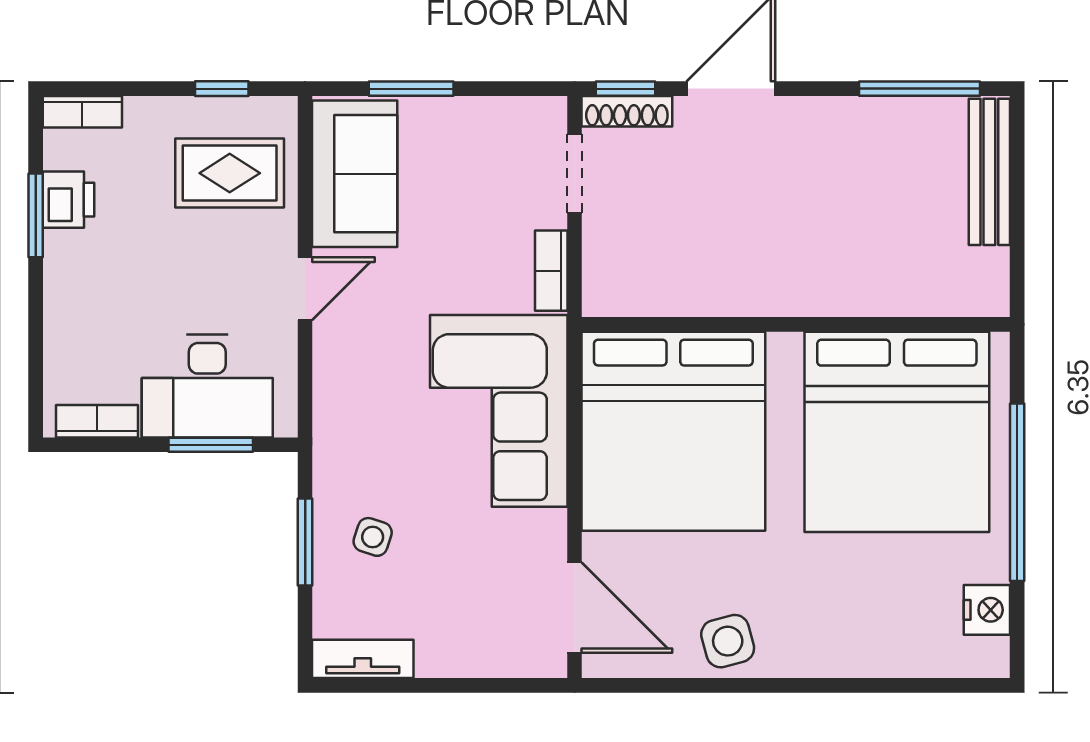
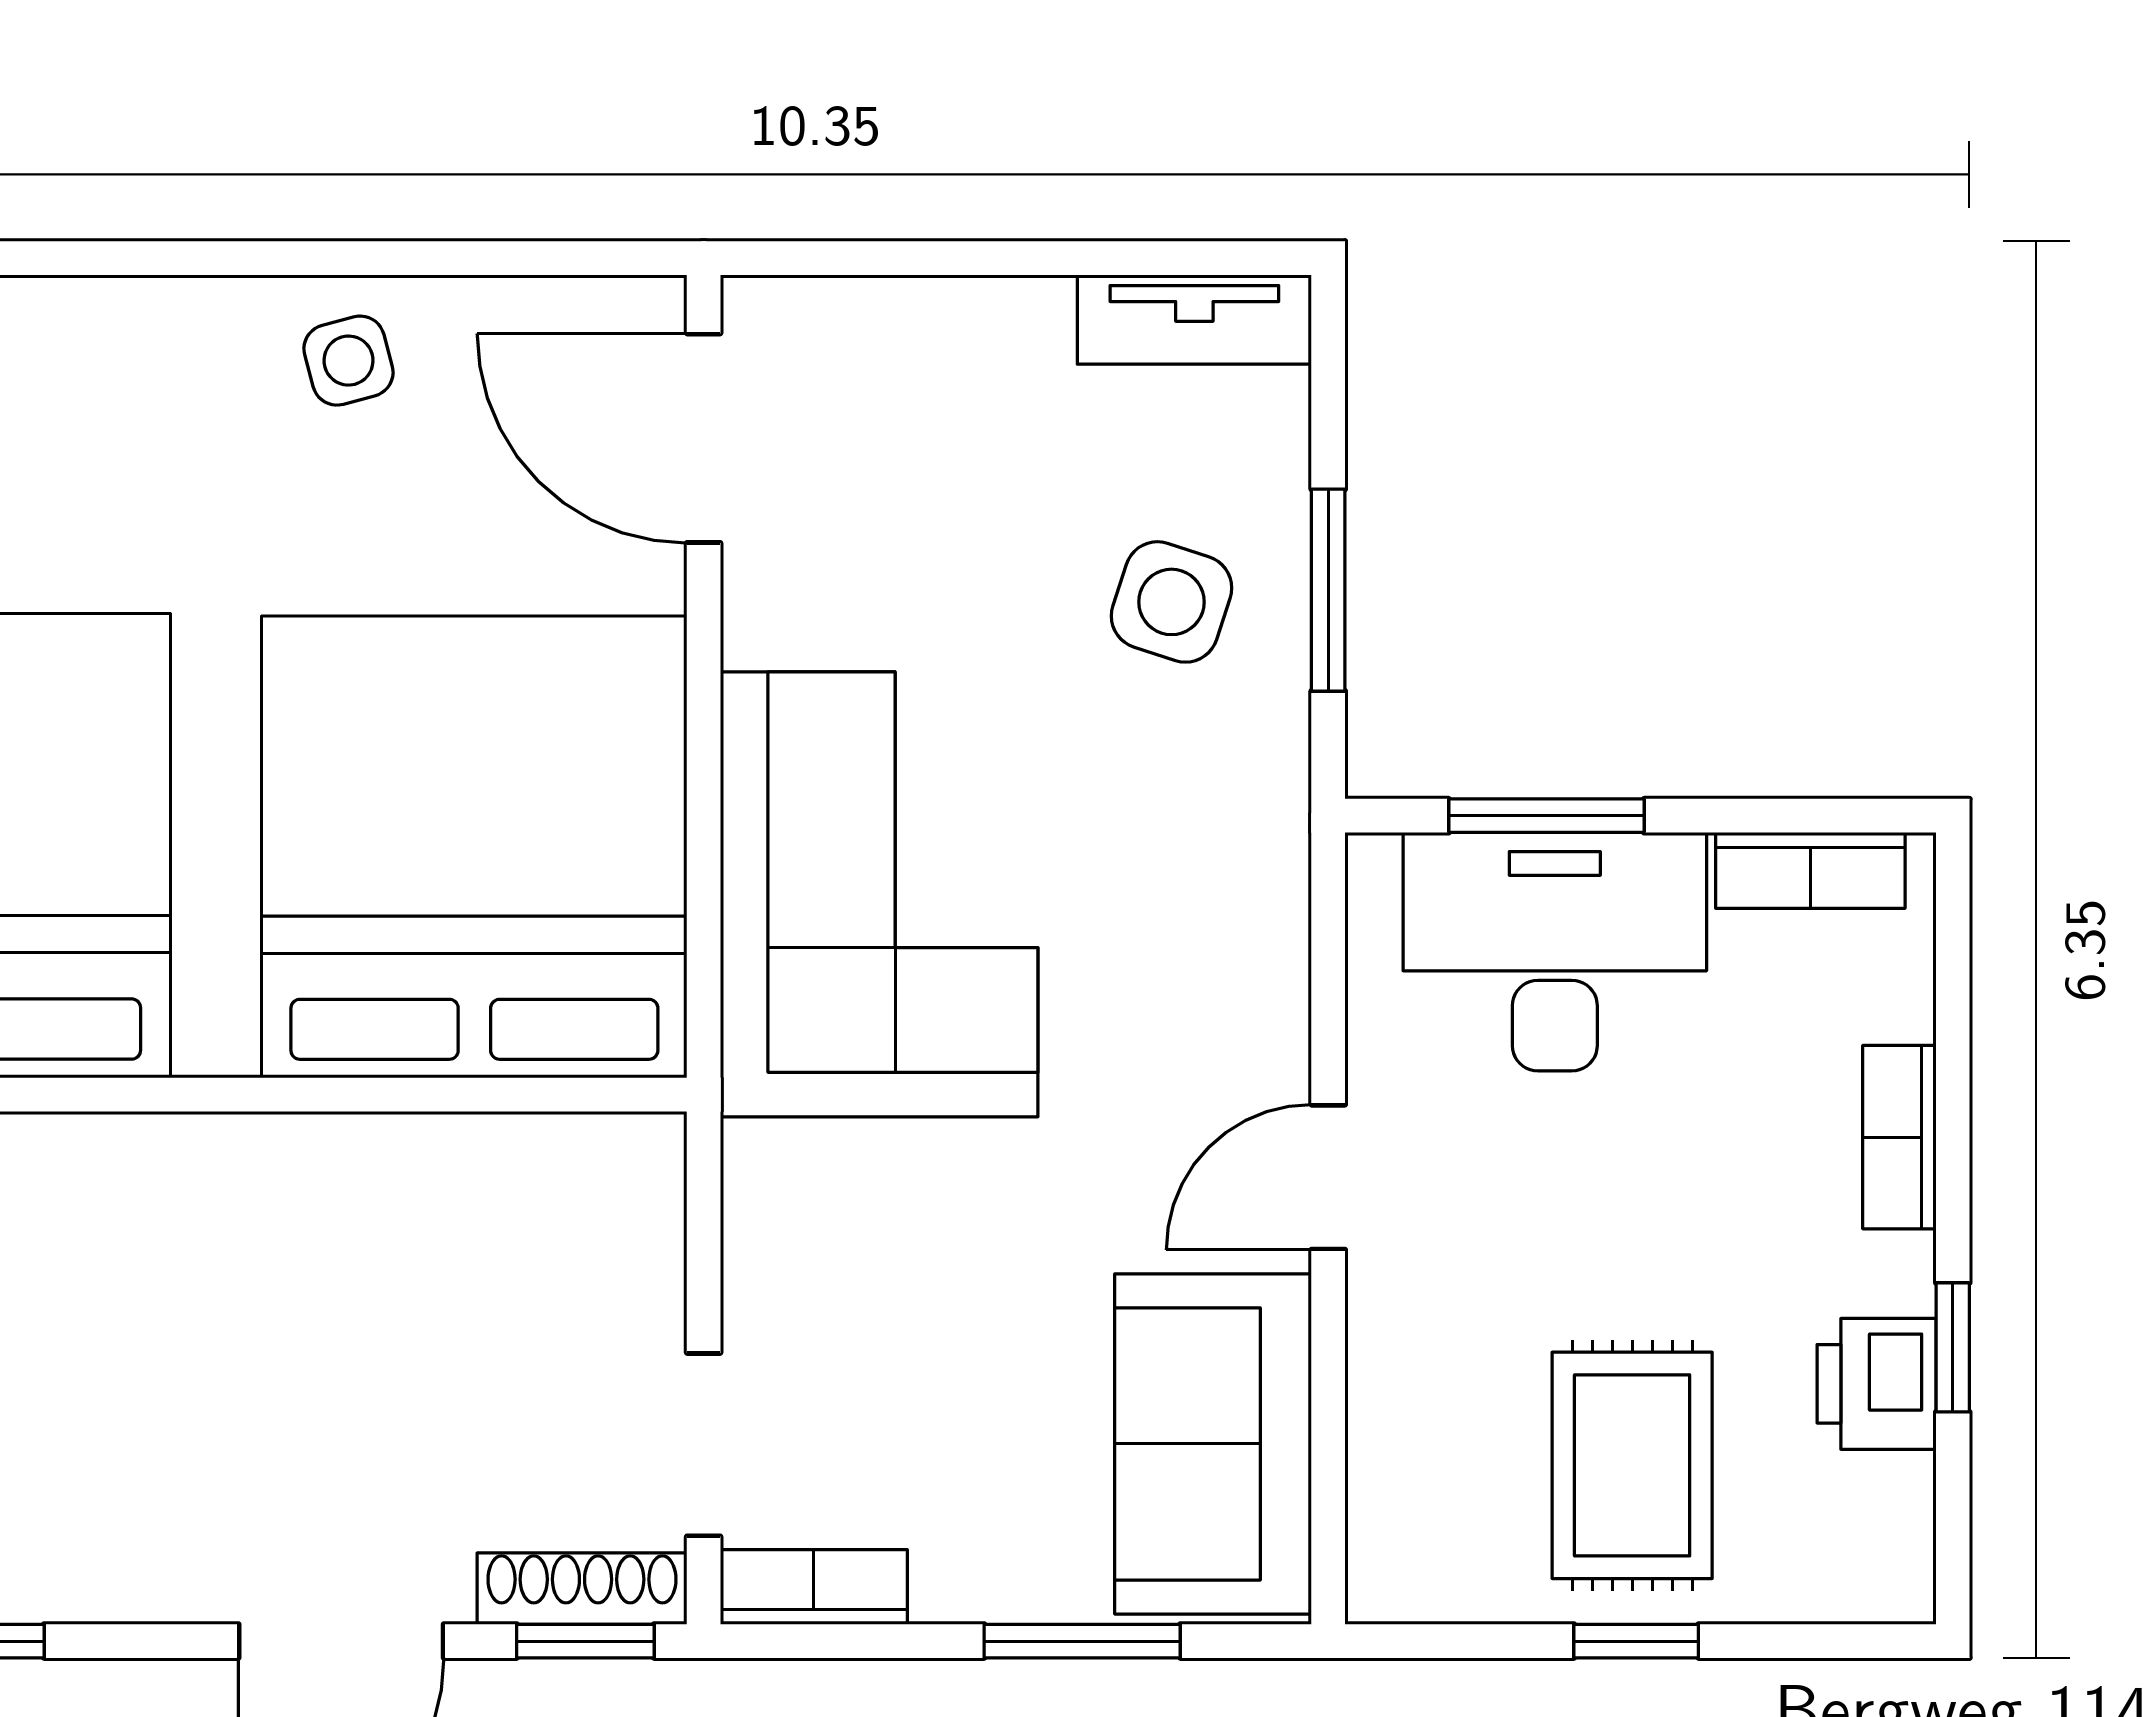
window: (222, 89) -> (1636, 1641), moved
bookcase: (82, 112) -> (1899, 1137), moved, turned -90
rug: (230, 173) -> (1632, 1465), moved, turned 90
window: (36, 215) -> (1953, 1347), width x0.67
bookcase: (551, 271) -> (814, 1587), moved, turned -90
side table: (373, 537) -> (1171, 602), width x1.37, depth x1.37
side table: (728, 641) -> (349, 361), width x0.73, depth x0.73

